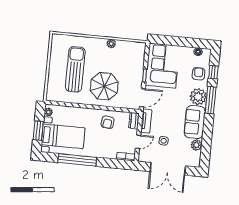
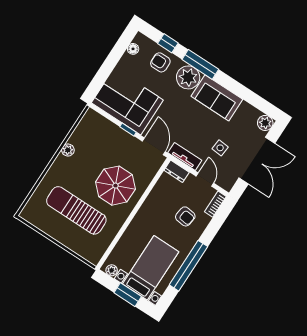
armchair: (108, 122) -> (185, 216), moved
plant: (196, 145) -> (265, 123), moved

